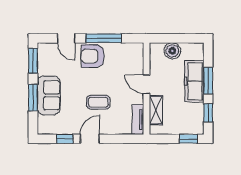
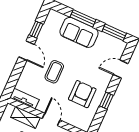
window: (104, 38) -> (106, 101), width x0.46
armchair: (93, 56) -> (82, 94), moved
door: (146, 84) -> (51, 119), hinge flipped

